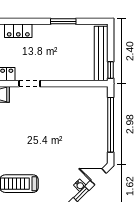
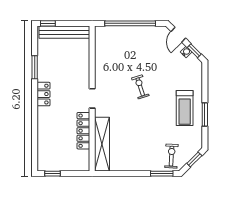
locker: (18, 31) -> (43, 94), moved
window: (111, 70) -> (48, 23), moved
exercise bike: (42, 136) -> (140, 87), added

